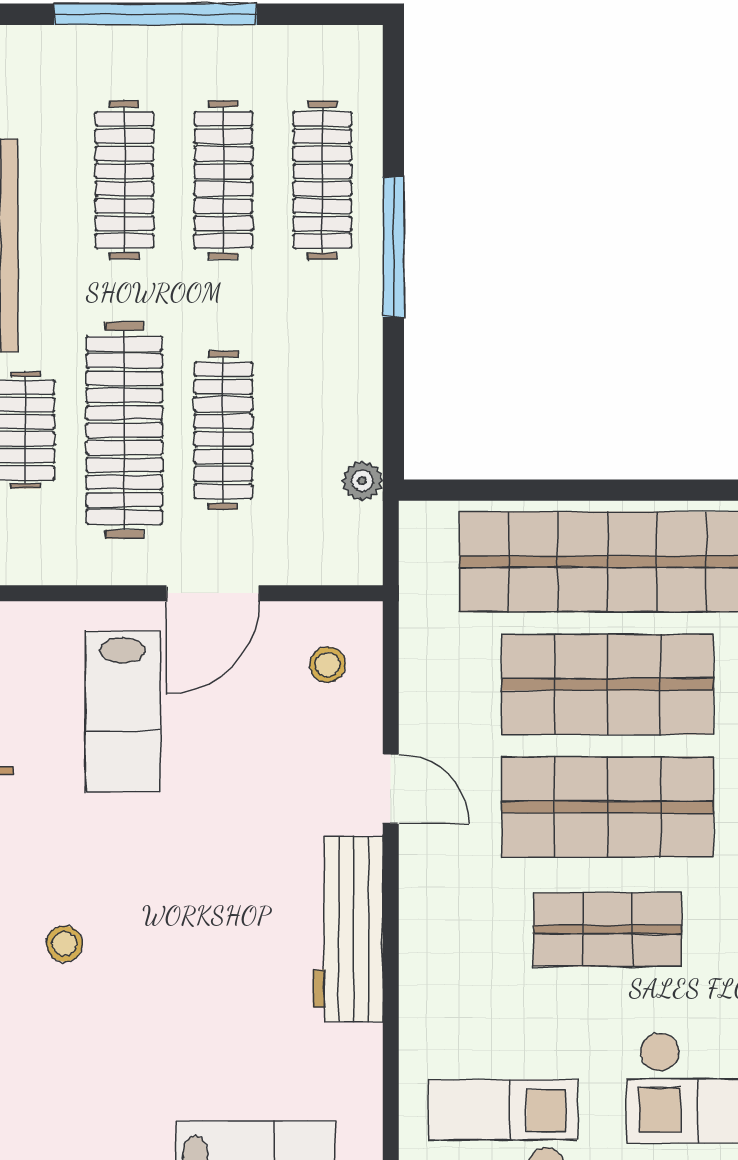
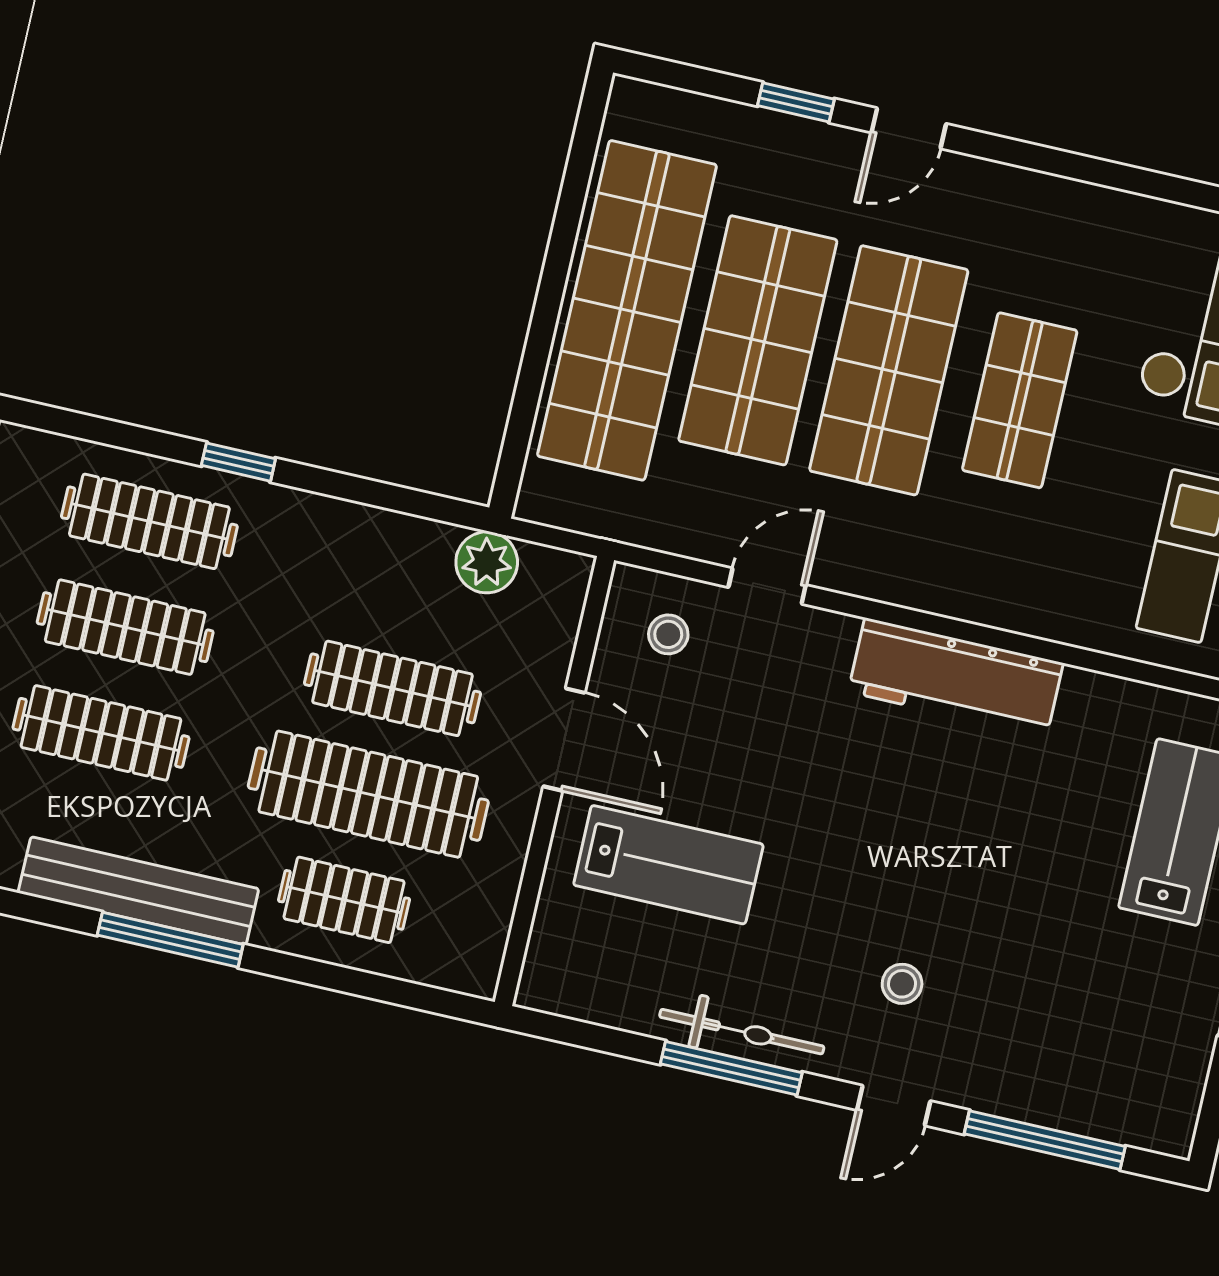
window: (393, 247) -> (238, 462), width x0.46
plant: (362, 481) -> (487, 562), width x1.38, depth x1.38
door: (391, 789) -> (767, 586), moved

